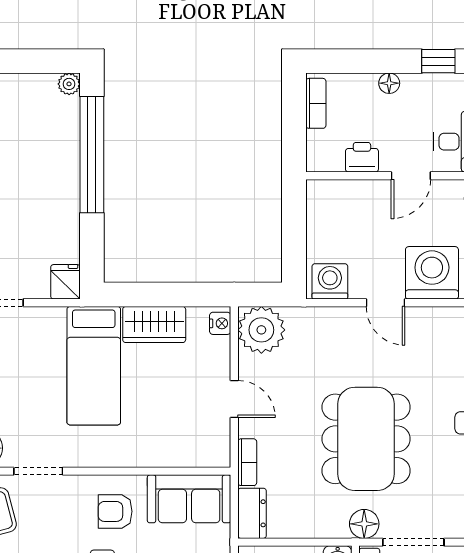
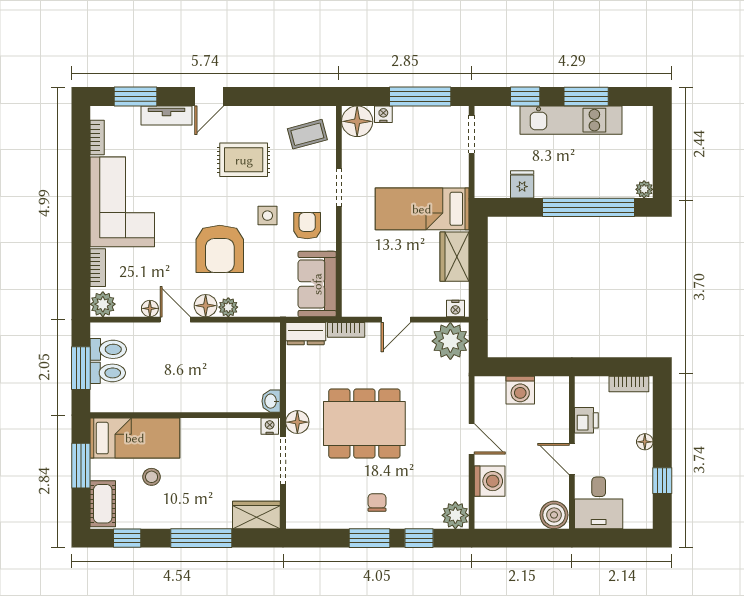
washing machine: (432, 273) -> (490, 481), width x0.73, depth x0.73
washing machine: (330, 281) -> (520, 390), moved, turned 90
fridge: (65, 282) -> (522, 184), moved, turned -90
door: (385, 303) -> (472, 439), swing flipped
doorway: (38, 471) -> (339, 188), moved

